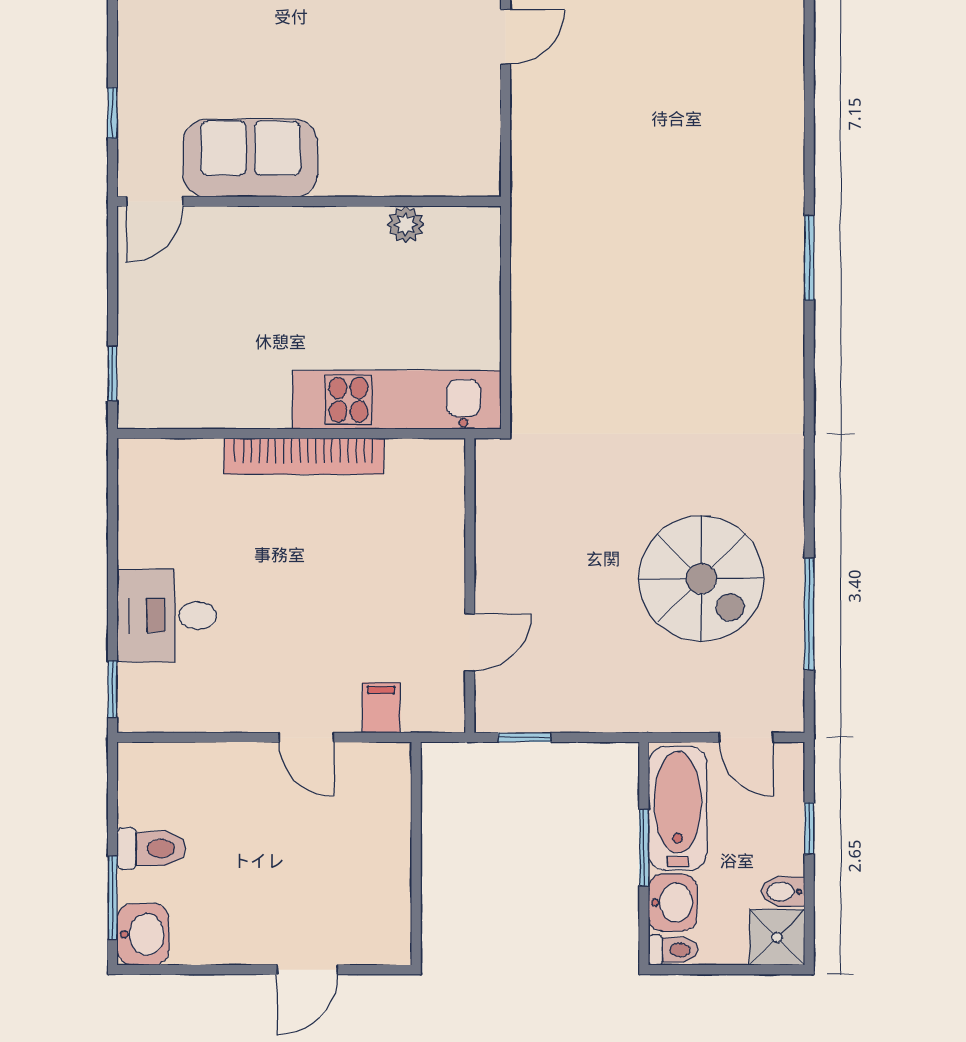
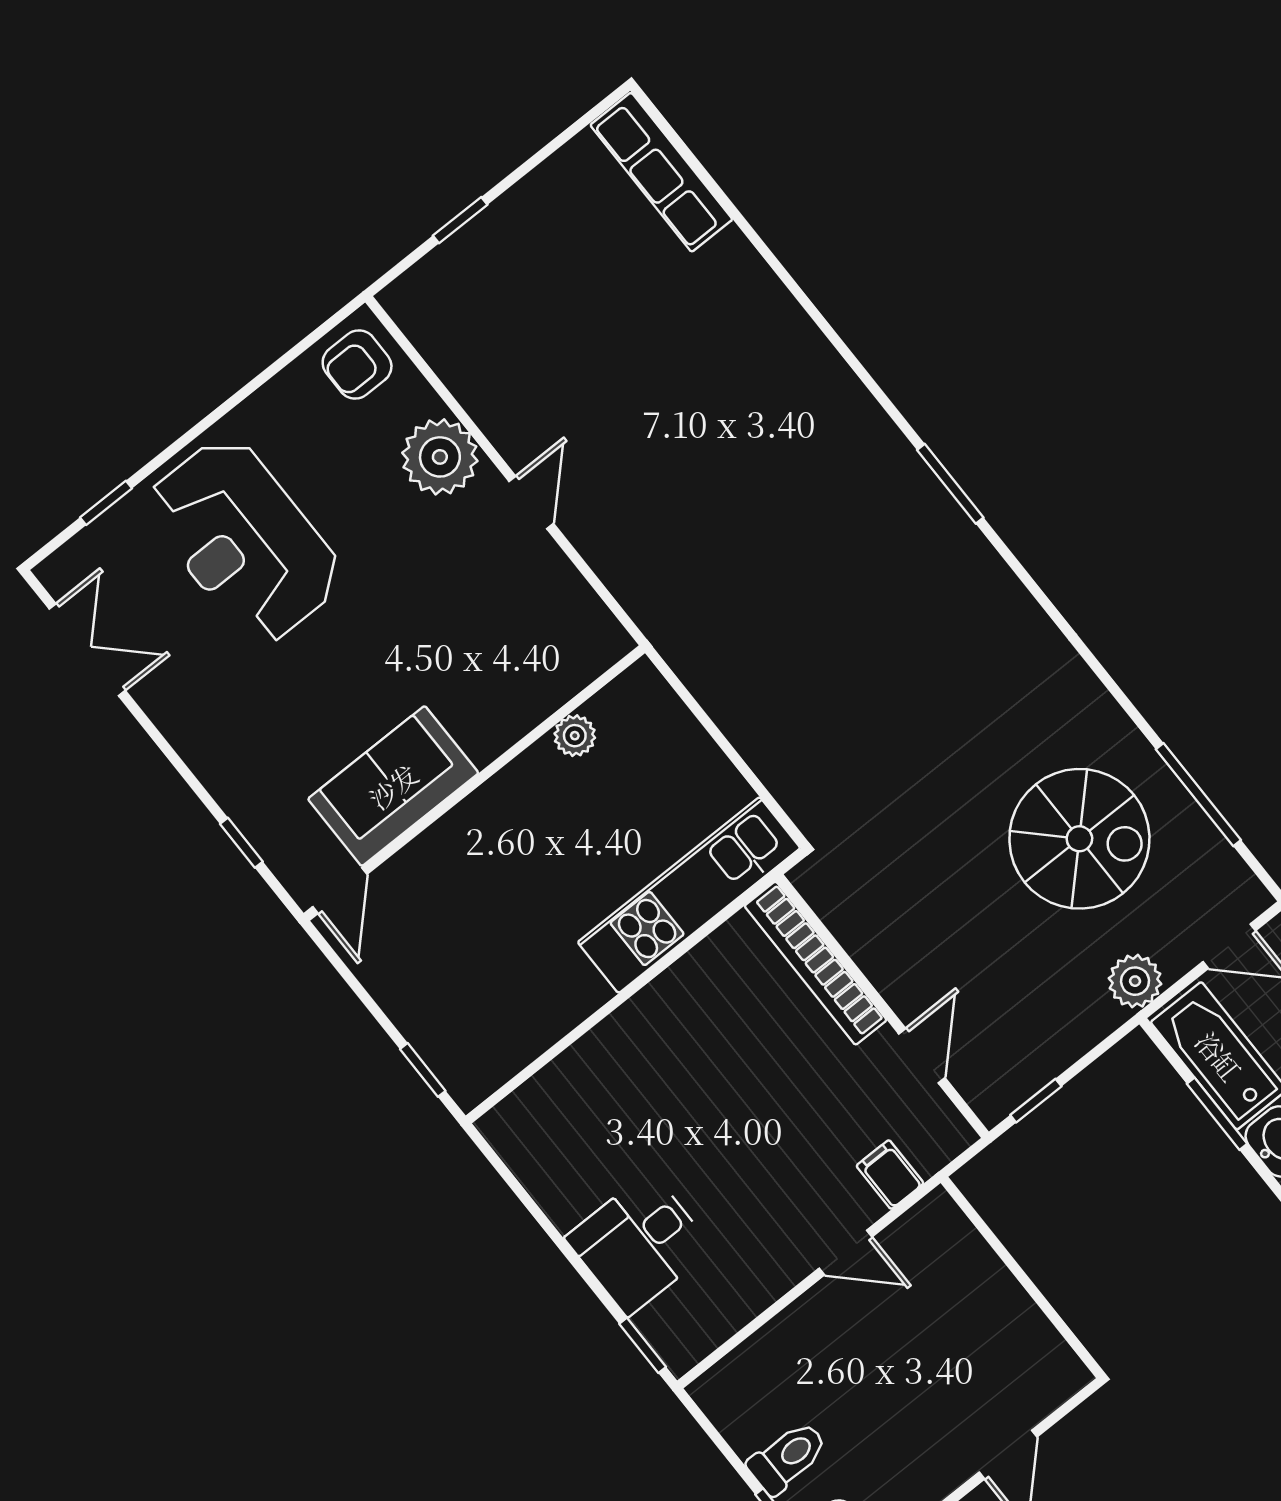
bookcase: (304, 456) -> (816, 963), moved, turned 90
plant: (661, 709) -> (1135, 981), added

